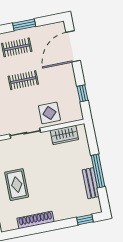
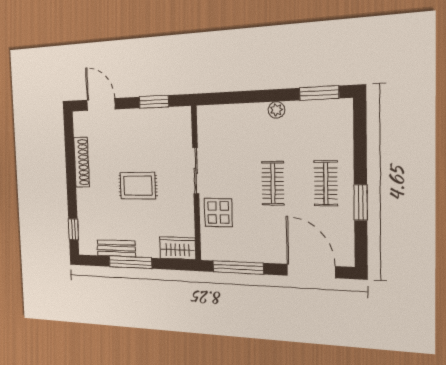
window: (82, 93) -> (238, 267), width x2.17
wardrobe: (64, 135) -> (178, 248), moved, turned 90
rug: (17, 185) -> (138, 186), moved

